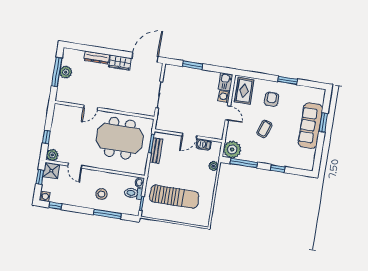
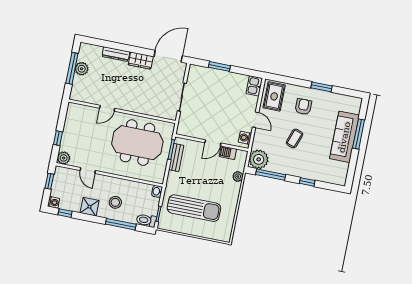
washing machine: (224, 97) -> (245, 138), moved
window: (323, 122) -> (359, 134), width x1.44
shower: (51, 171) -> (90, 207), moved
toilet: (133, 193) -> (146, 220), moved

